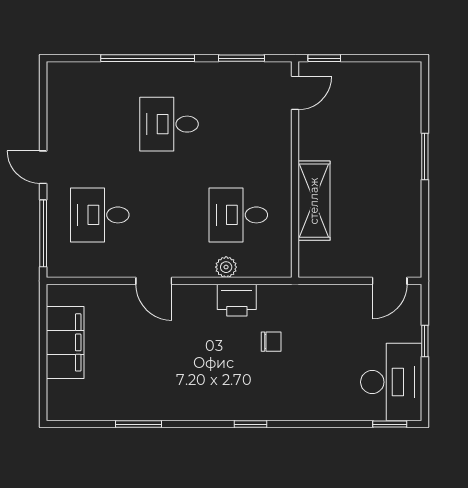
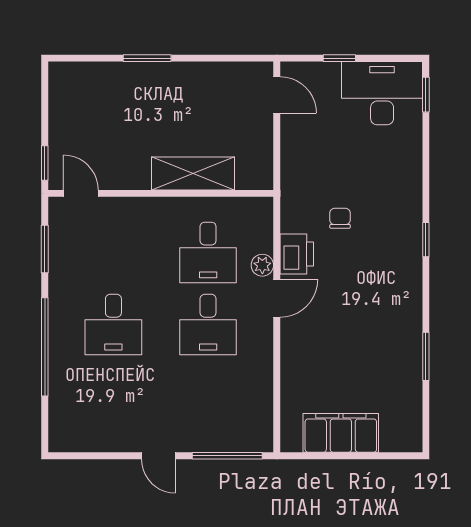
door: (43, 167) -> (158, 456), hinge flipped
desk: (100, 215) -> (208, 325), moved
door: (154, 281) -> (277, 298), moved

